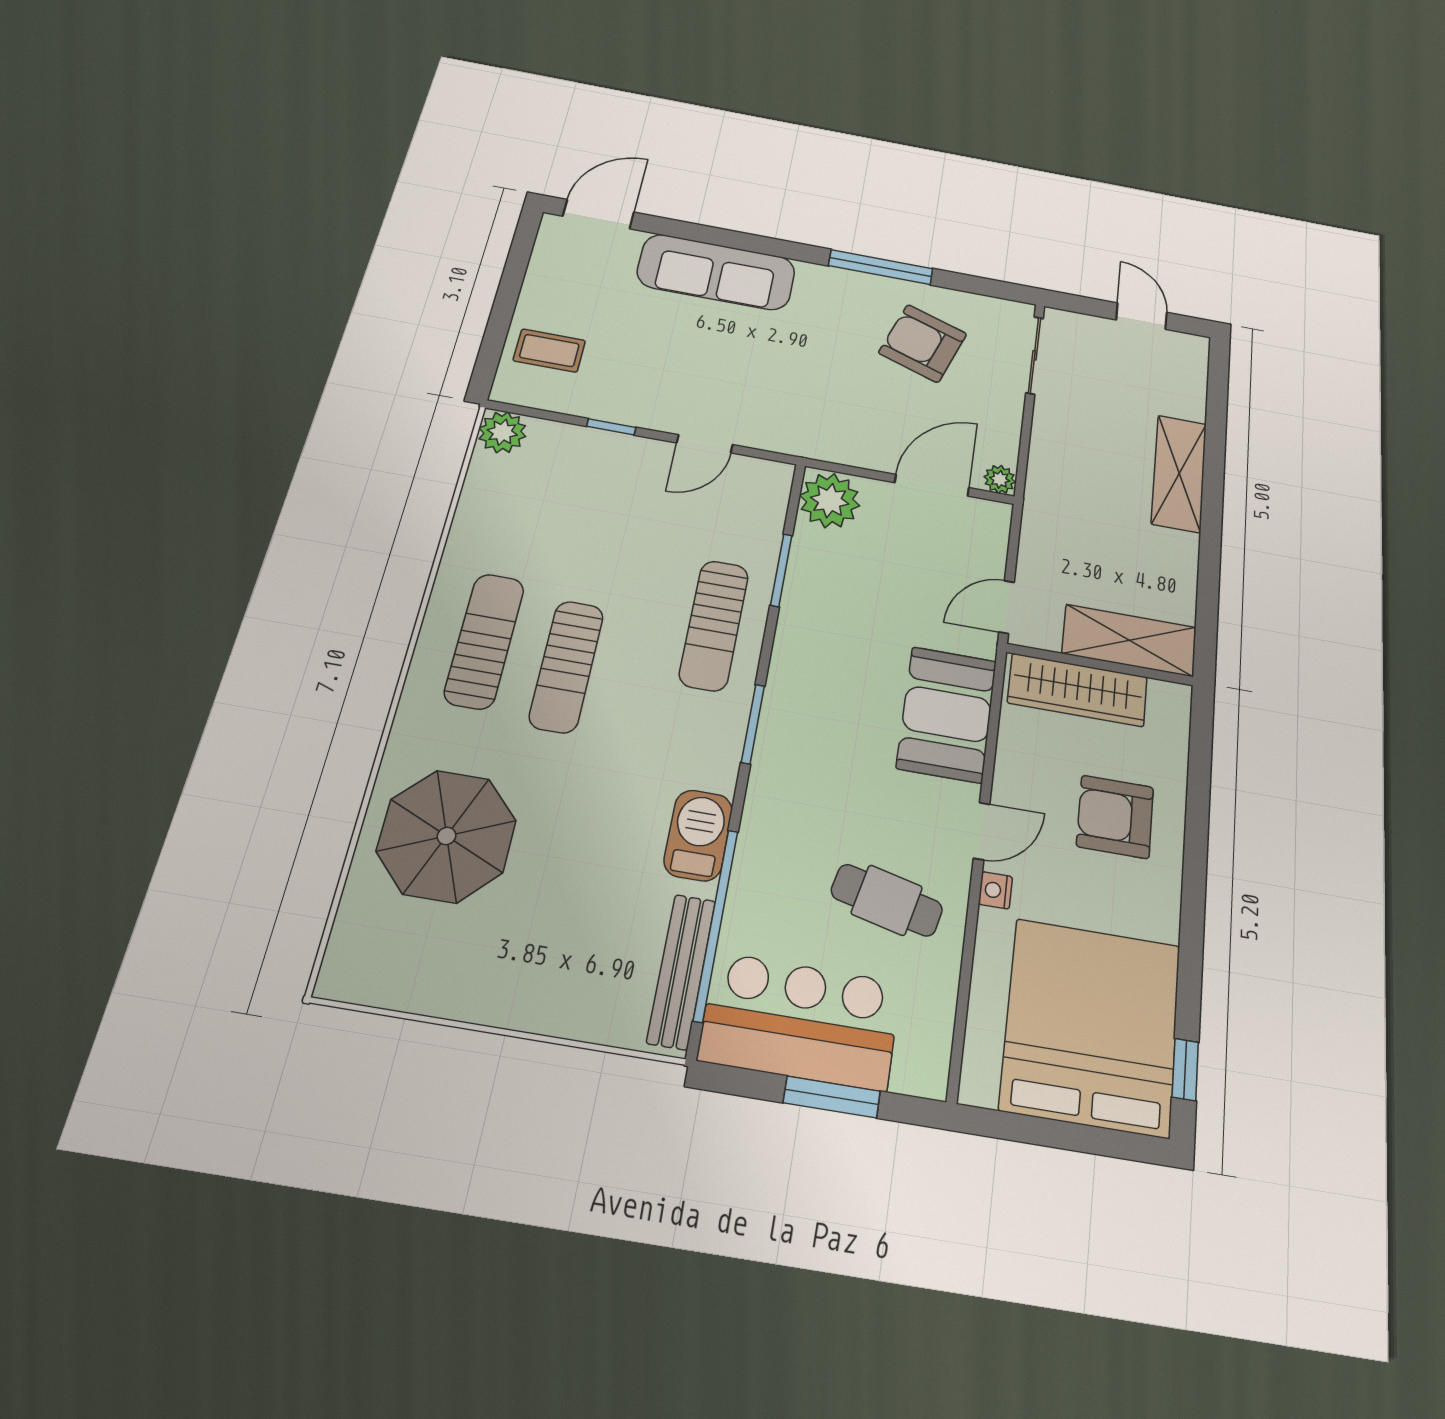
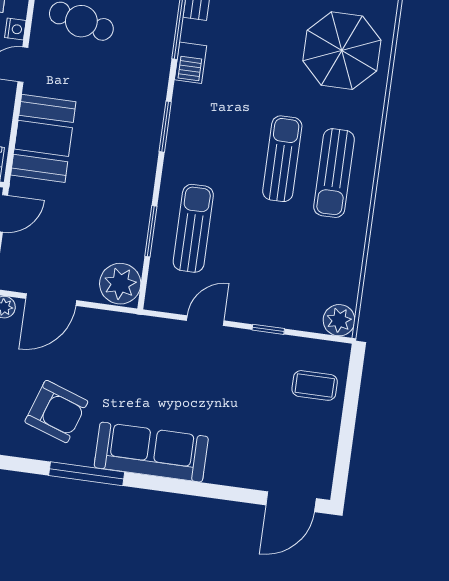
sofa: (716, 272) -> (151, 452), moved
sun lounger: (714, 625) -> (193, 228), moved
barbecue: (698, 835) -> (191, 63), width x0.73, depth x0.79

